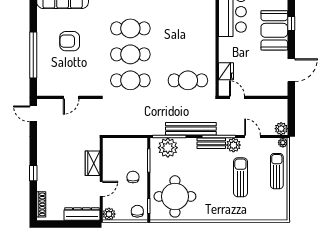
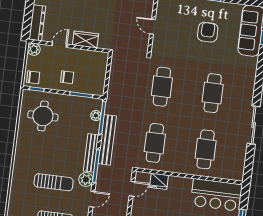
cafe table: (130, 54) -> (206, 149), moved
bench: (211, 143) -> (91, 153), width x1.36
plant: (168, 148) -> (96, 116), width x0.53, depth x0.53
door: (101, 189) -> (59, 45), swing flipped
round table: (175, 196) -> (43, 116), width x0.73, depth x0.73

